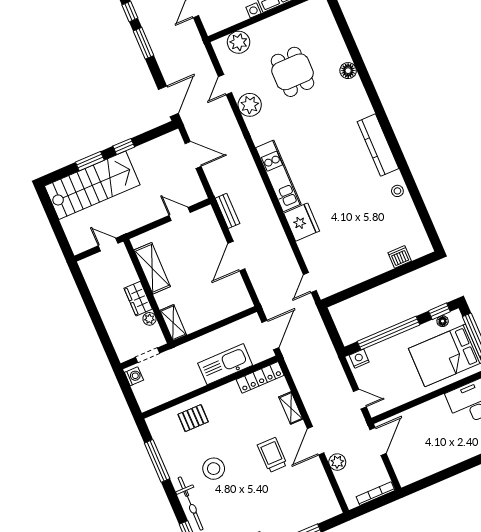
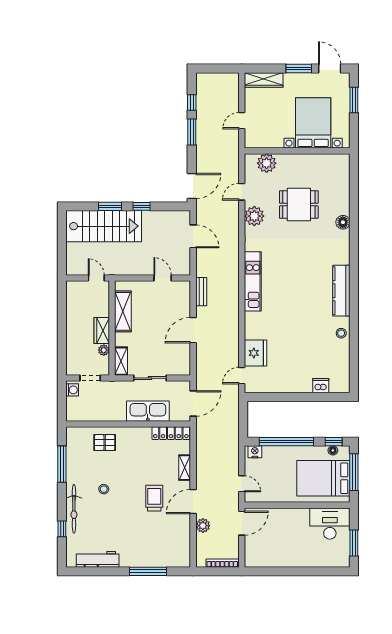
dining table: (292, 72) -> (299, 205), turned 90
fridge: (302, 222) -> (256, 353), moved
sliding door: (212, 328) -> (150, 378), added
stool: (214, 469) -> (104, 489), width x0.53, depth x0.53

